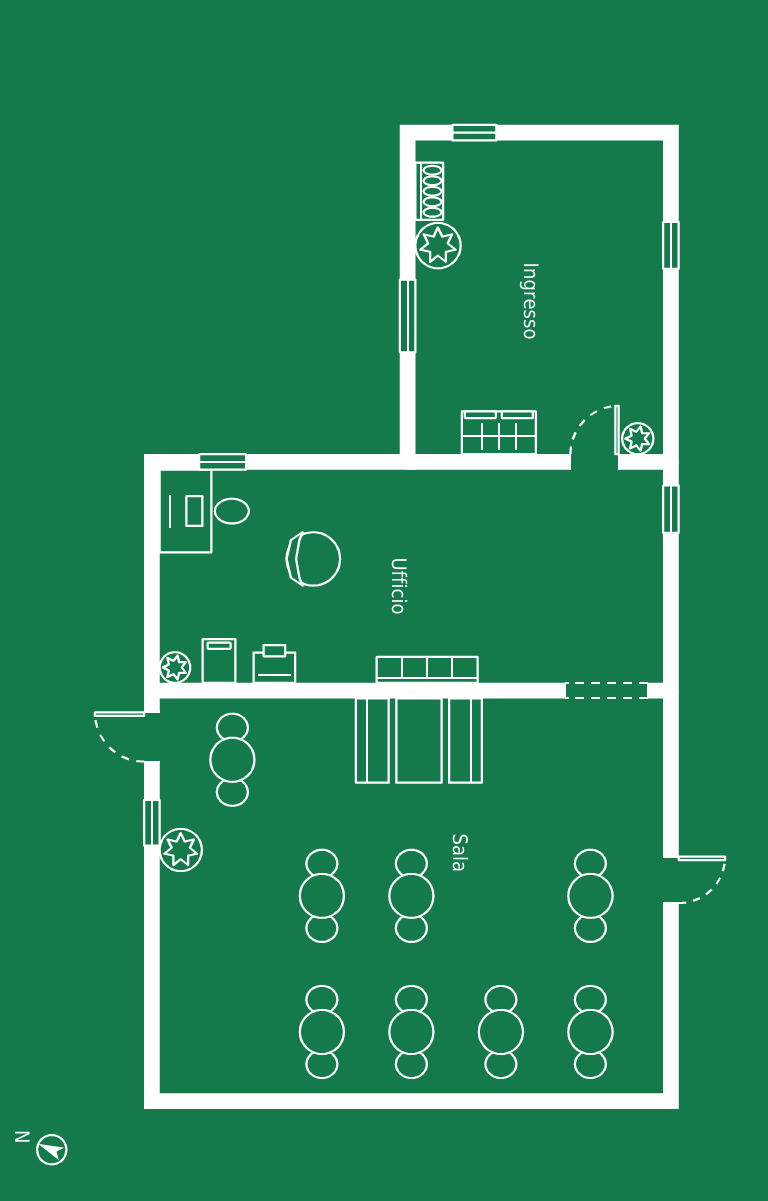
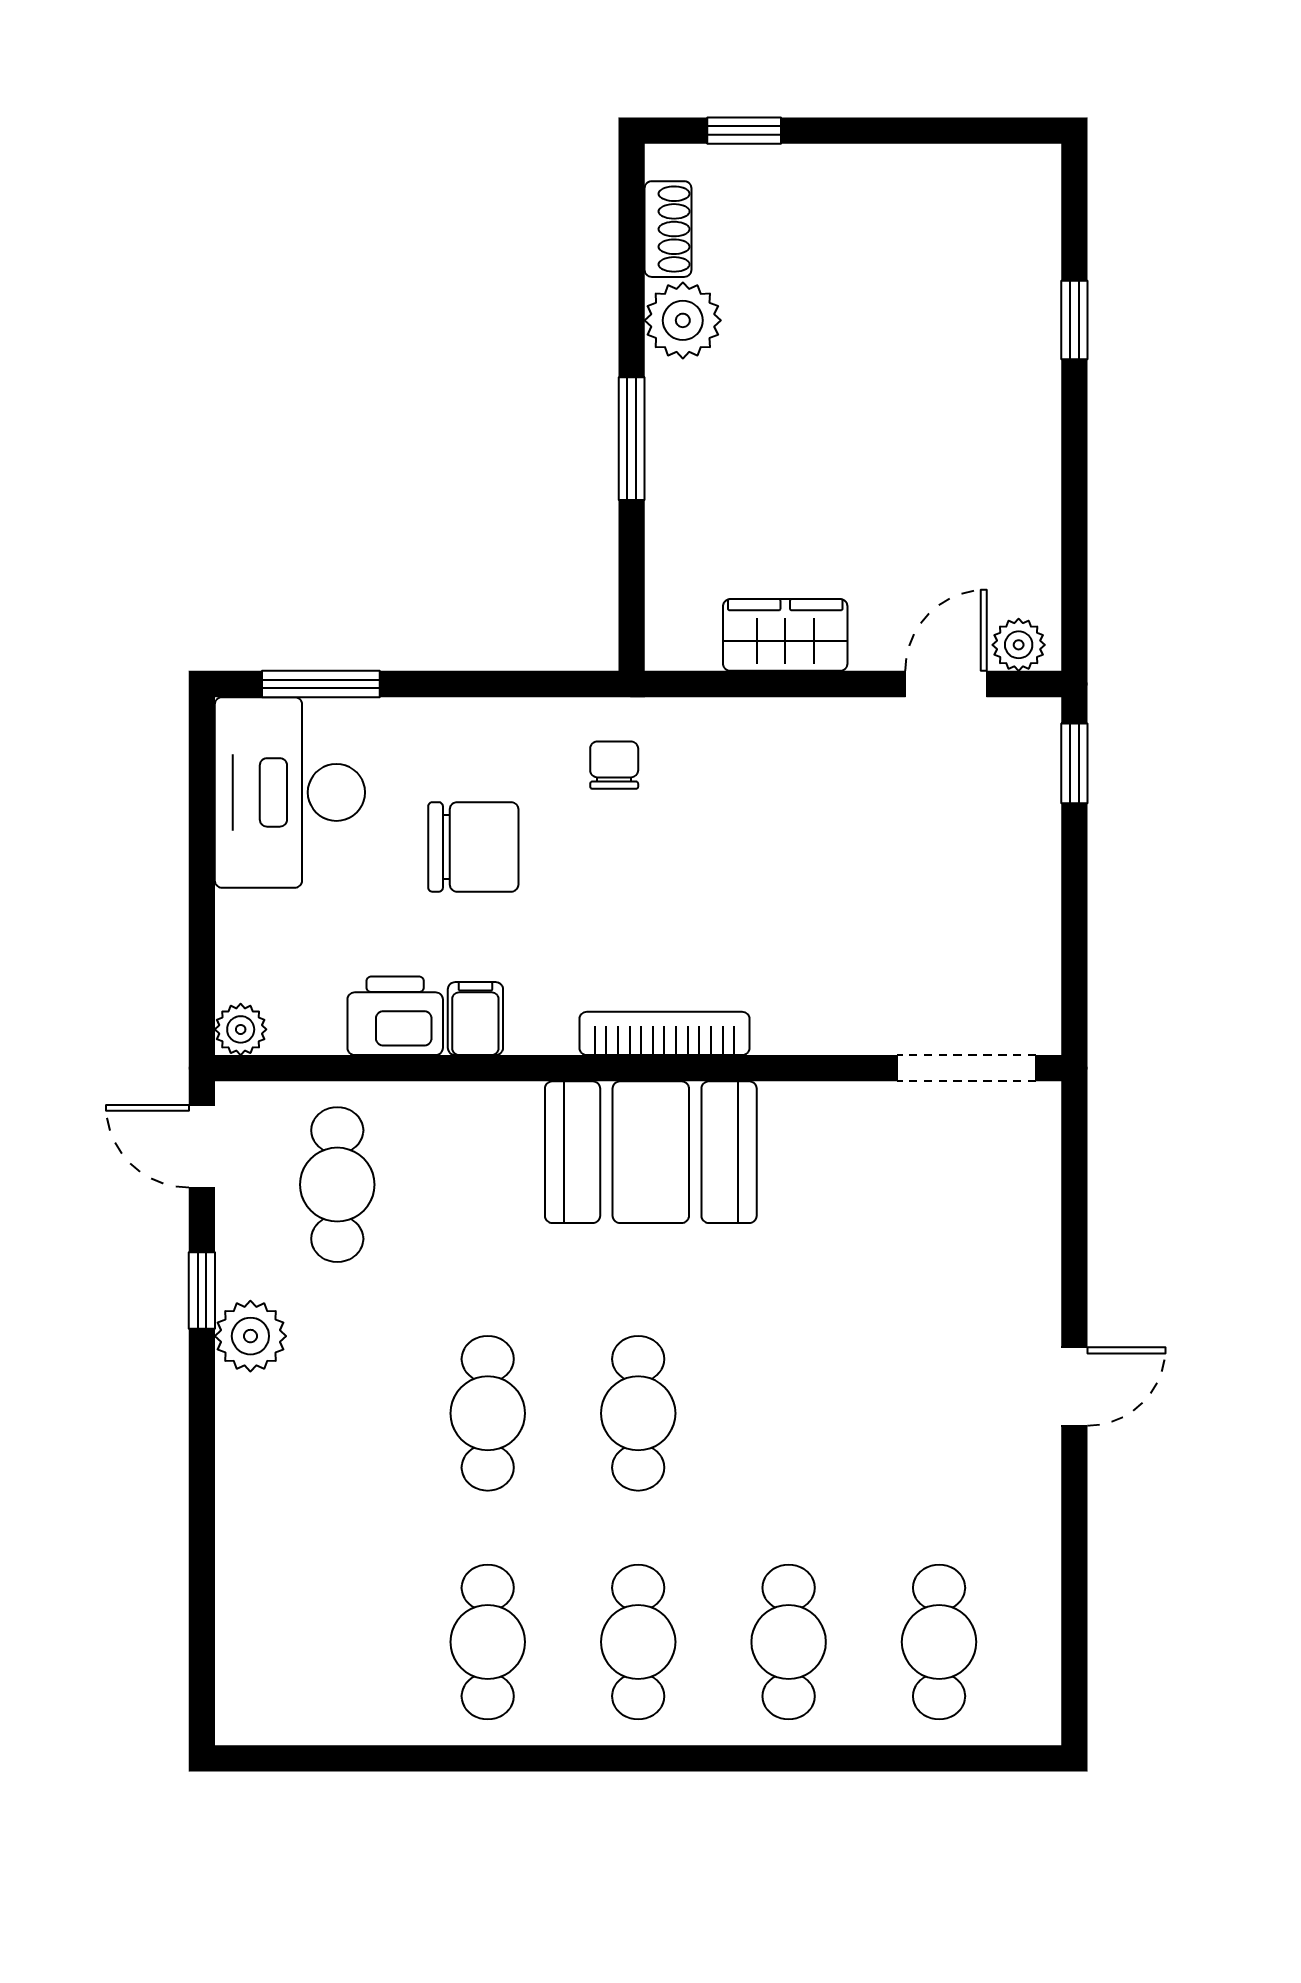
window: (223, 462) -> (321, 684), width x1.50
chair: (397, 510) -> (614, 765), added
desk: (204, 511) -> (290, 792), width x1.37
filing cabinet: (219, 661) -> (475, 1019), moved
printer: (274, 664) -> (395, 1016), width x1.36, depth x1.24
cafe table: (590, 896) -> (939, 1413), removed

